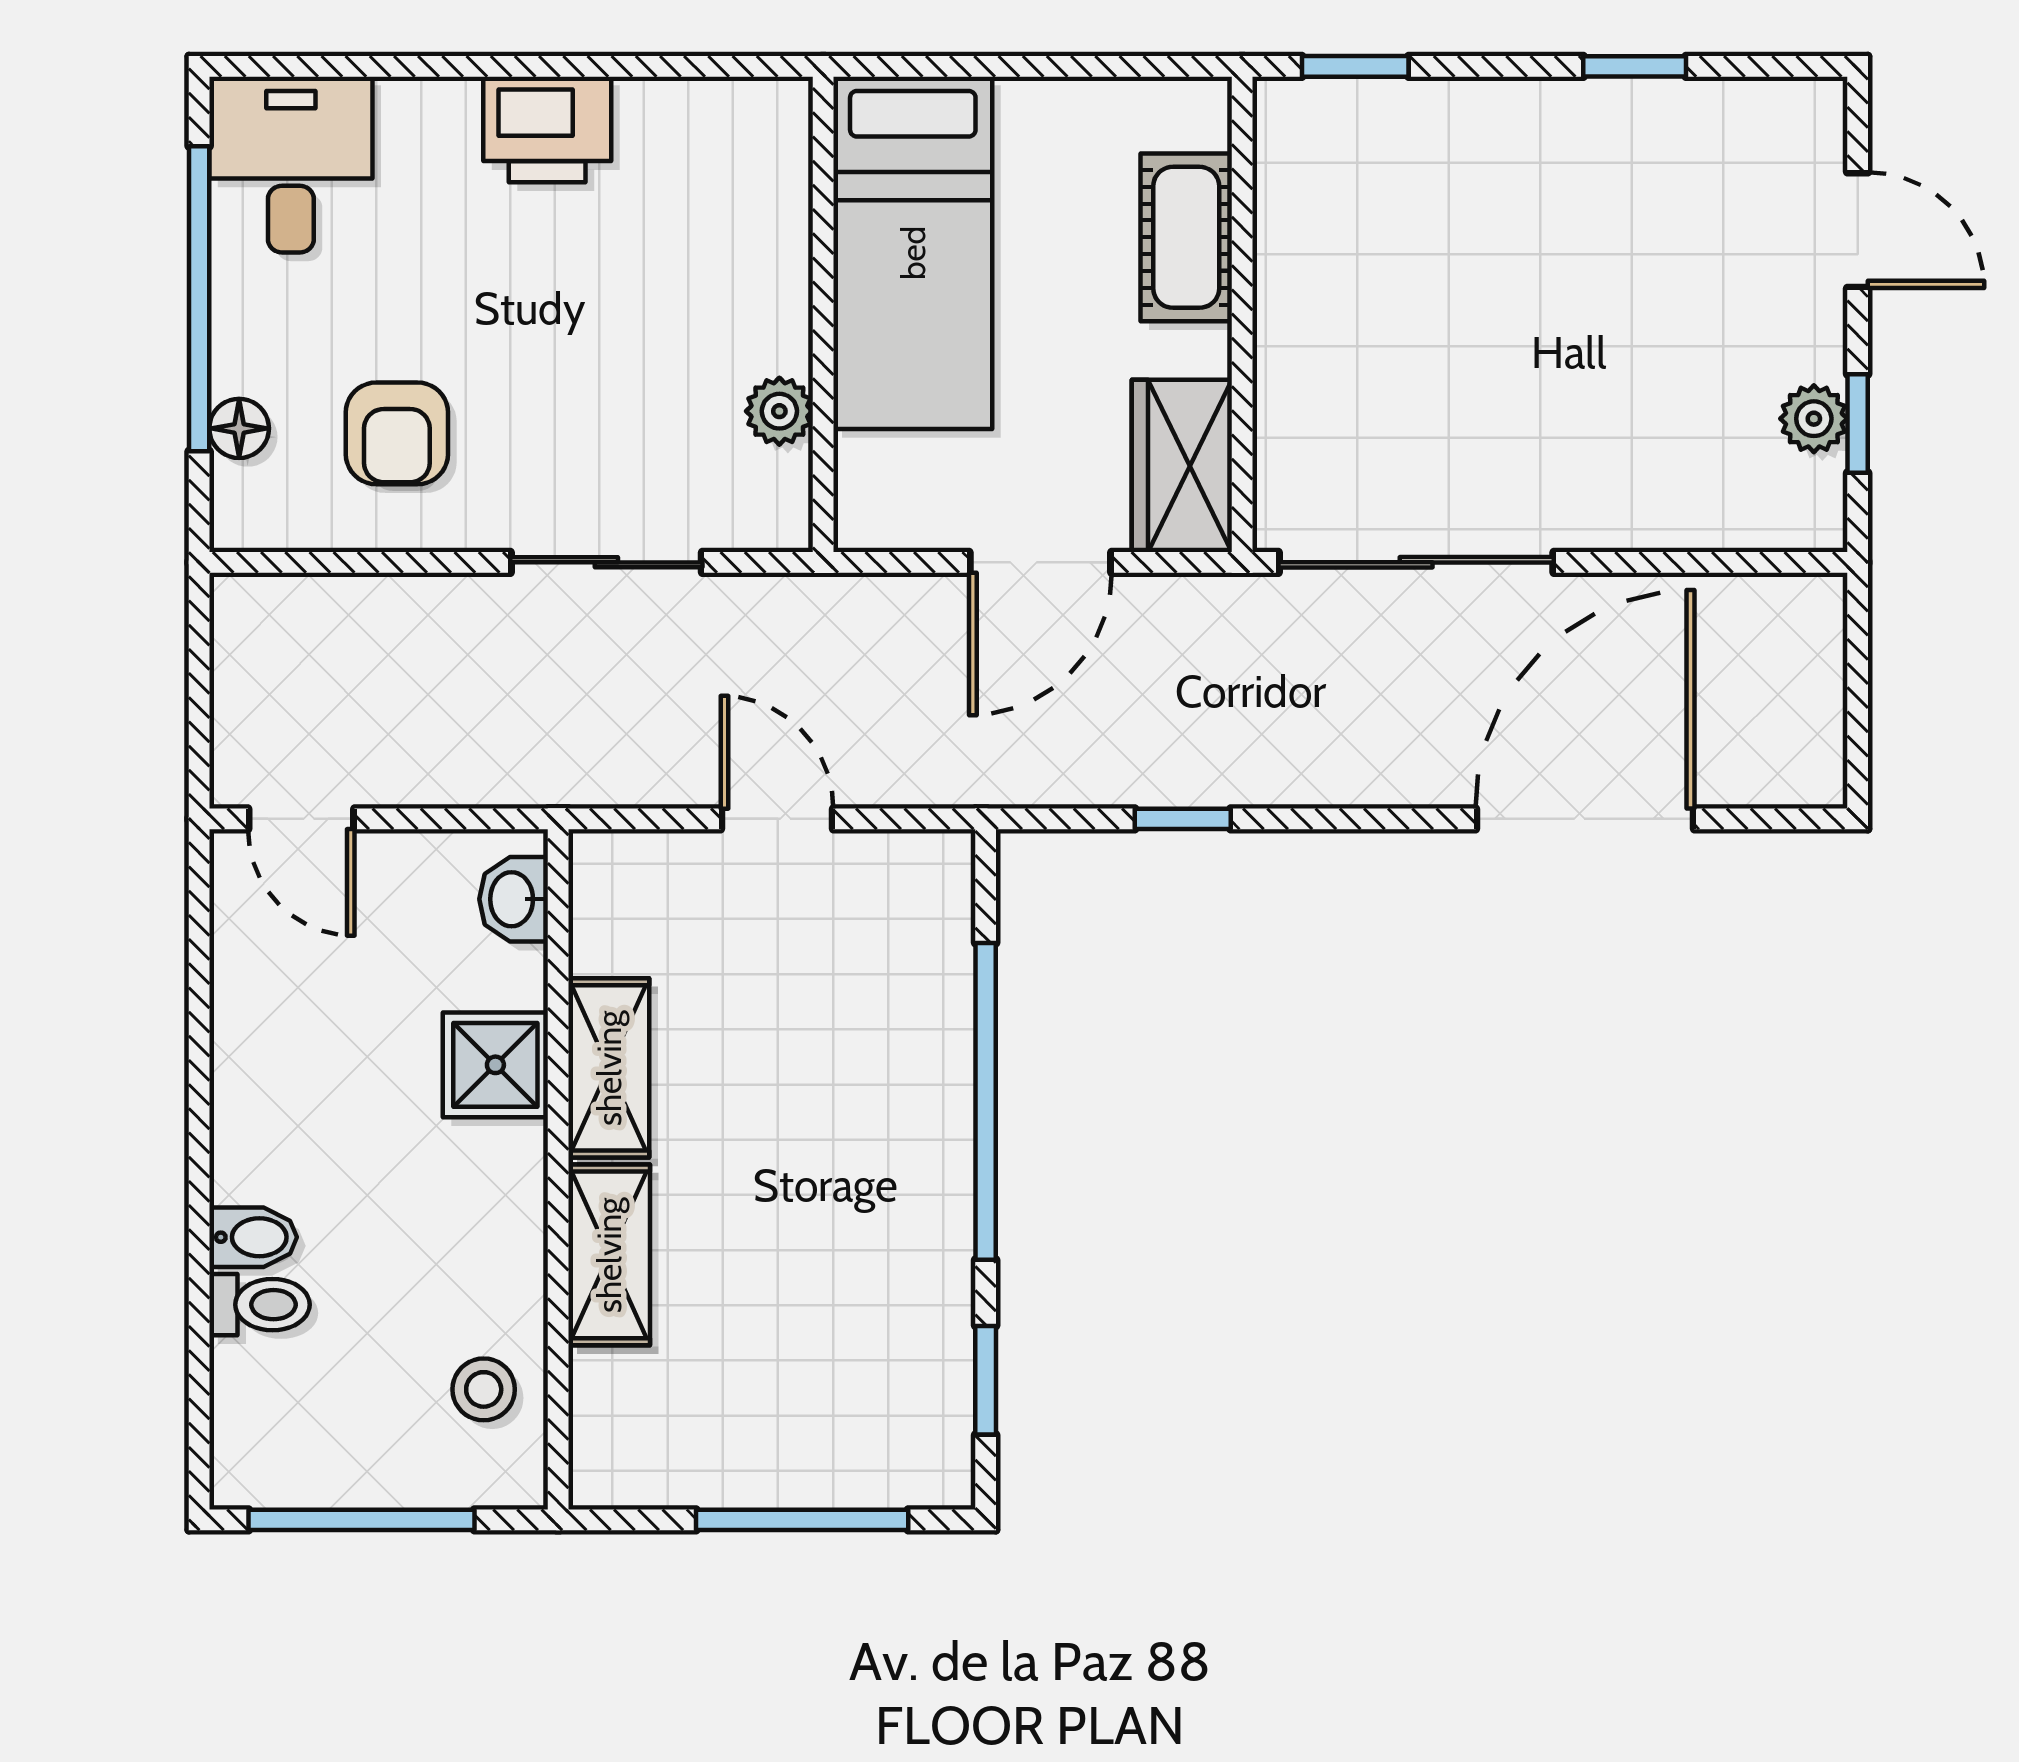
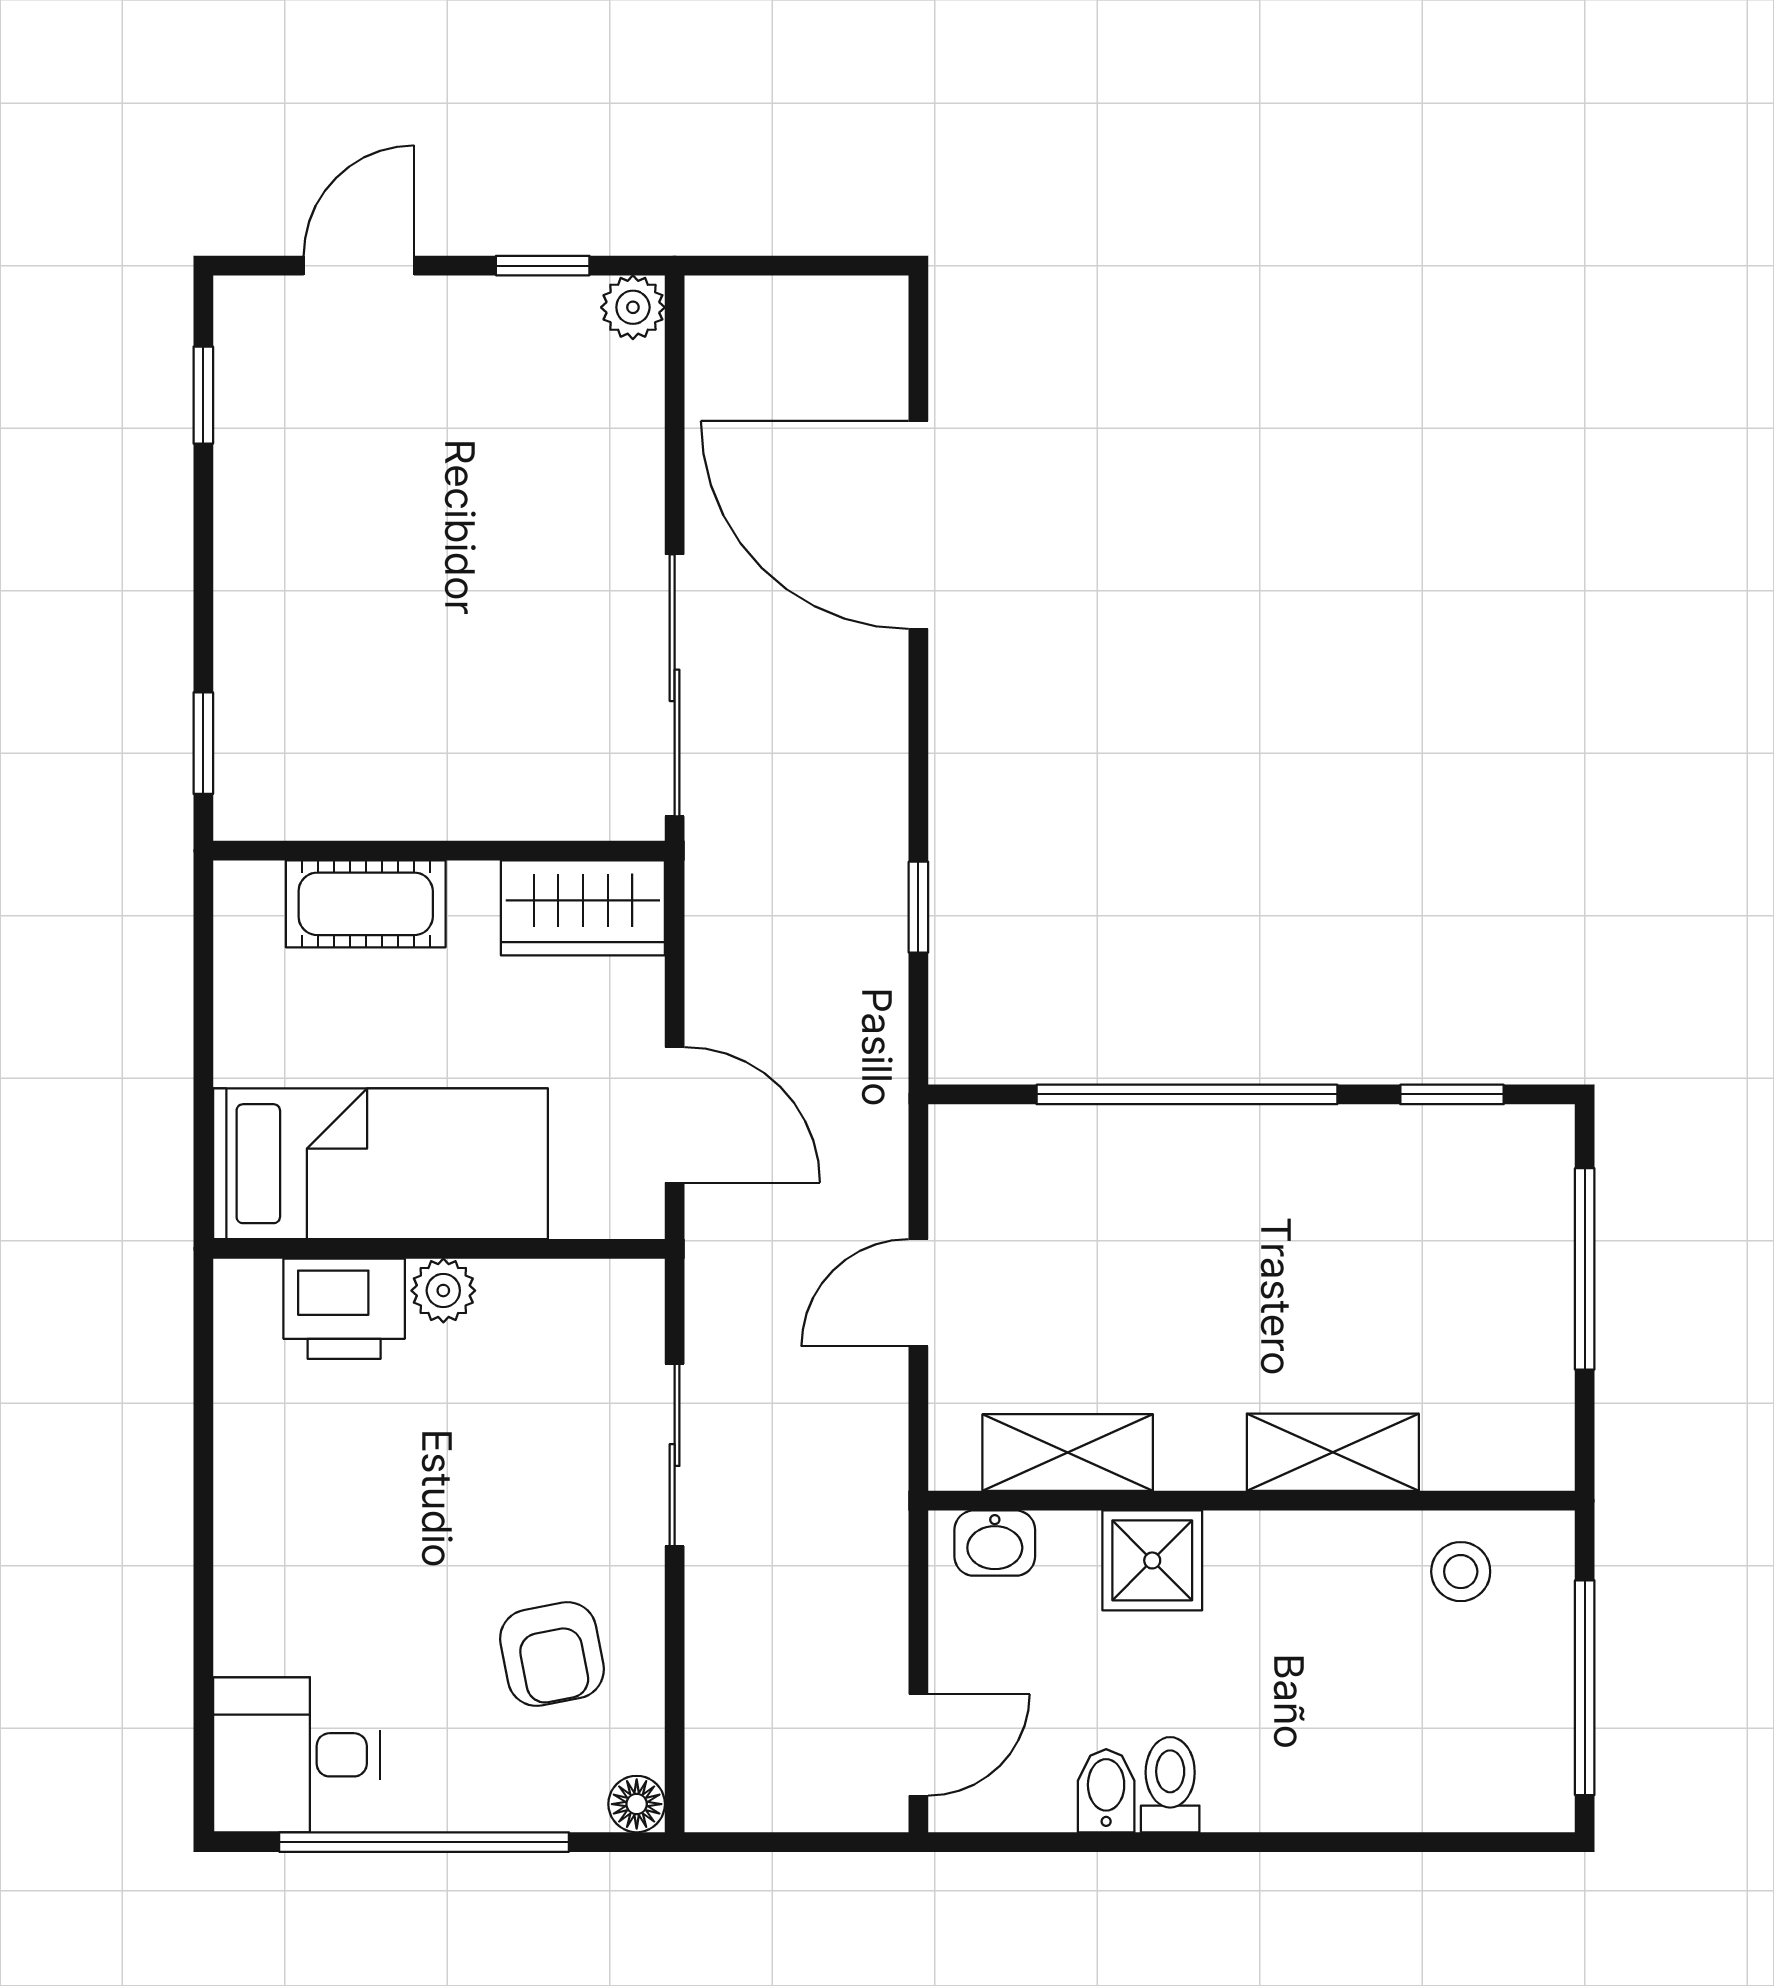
window: (1635, 66) -> (203, 395), moved
printer: (547, 130) -> (344, 1309), moved, turned 90
plant: (779, 411) -> (443, 1291), moved
plant: (1814, 419) -> (633, 307), moved
floor lamp: (239, 428) -> (637, 1804), moved
armchair: (397, 433) -> (552, 1654), turned 79
door: (1040, 562) -> (675, 1115), moved
shelving: (609, 1068) -> (1068, 1453), moved
bidet: (253, 1237) -> (1106, 1791), moved
toilet: (259, 1305) -> (1170, 1785), moved

